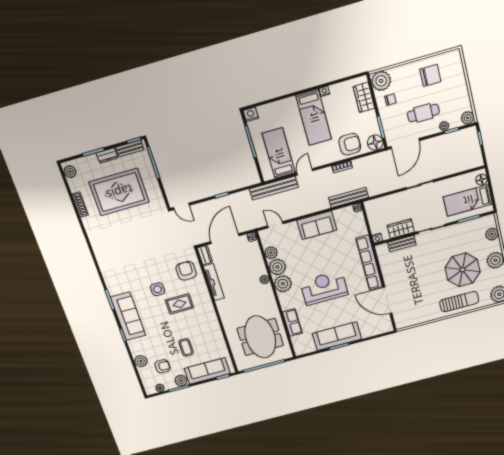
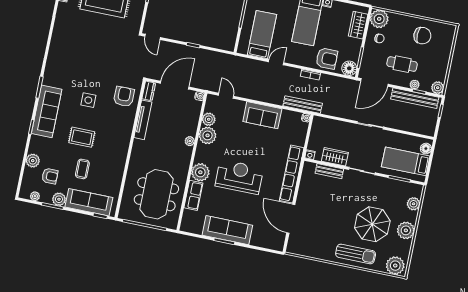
bench: (274, 188) -> (415, 98), moved
plant: (283, 284) -> (200, 172), moved
rug: (179, 304) -> (82, 137), moved

